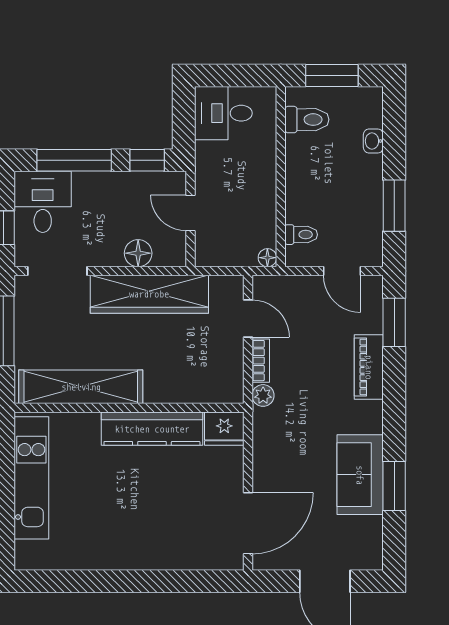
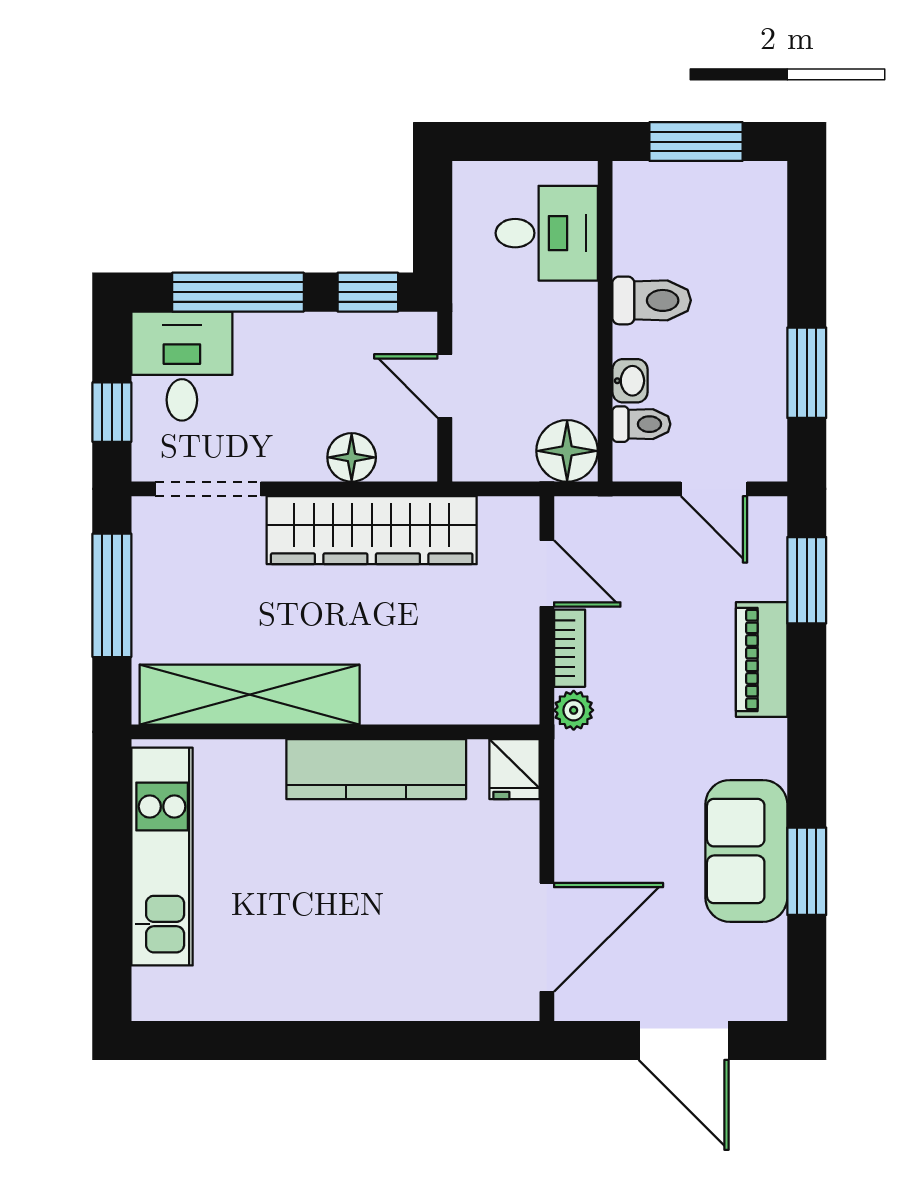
desk: (223, 113) -> (547, 233), moved, turned 180
toilet: (307, 120) -> (652, 300), moved
washbasin: (373, 141) -> (630, 381), moved, turned 180
floor lamp: (267, 258) -> (567, 451), width x1.89, depth x1.89
fridge: (224, 429) -> (514, 769), width x0.72

